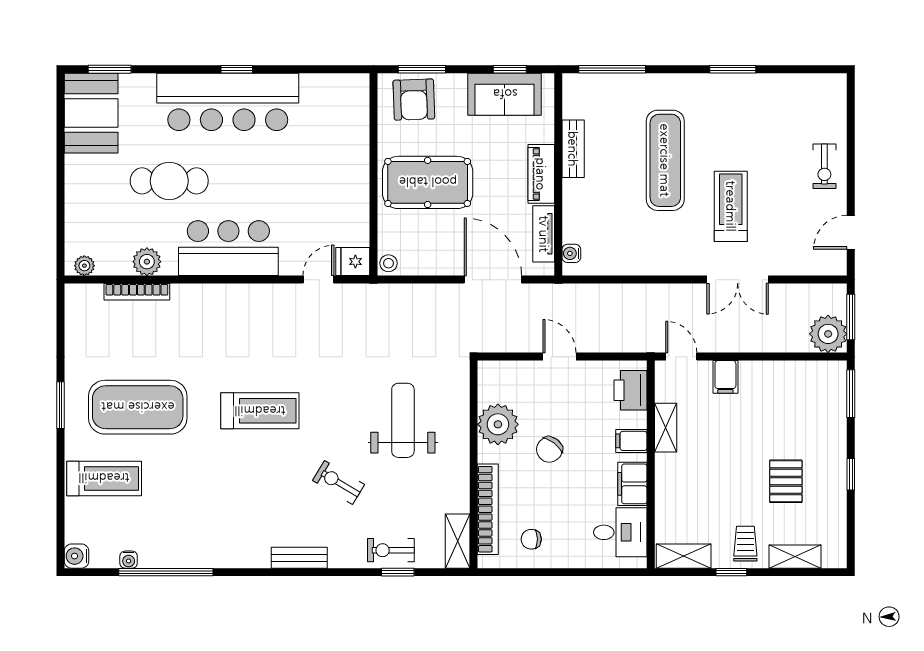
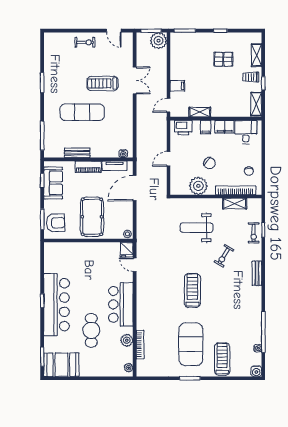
shelving: (458, 541) -> (235, 204), moved

